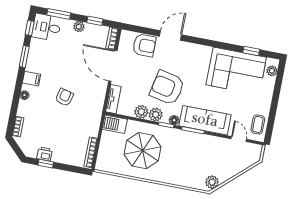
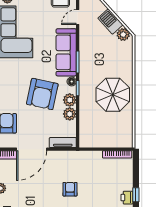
armchair: (64, 97) -> (70, 189), turned 76
barbecue: (115, 124) -> (110, 22), moved, turned 138
parasol: (142, 151) -> (113, 95), moved

